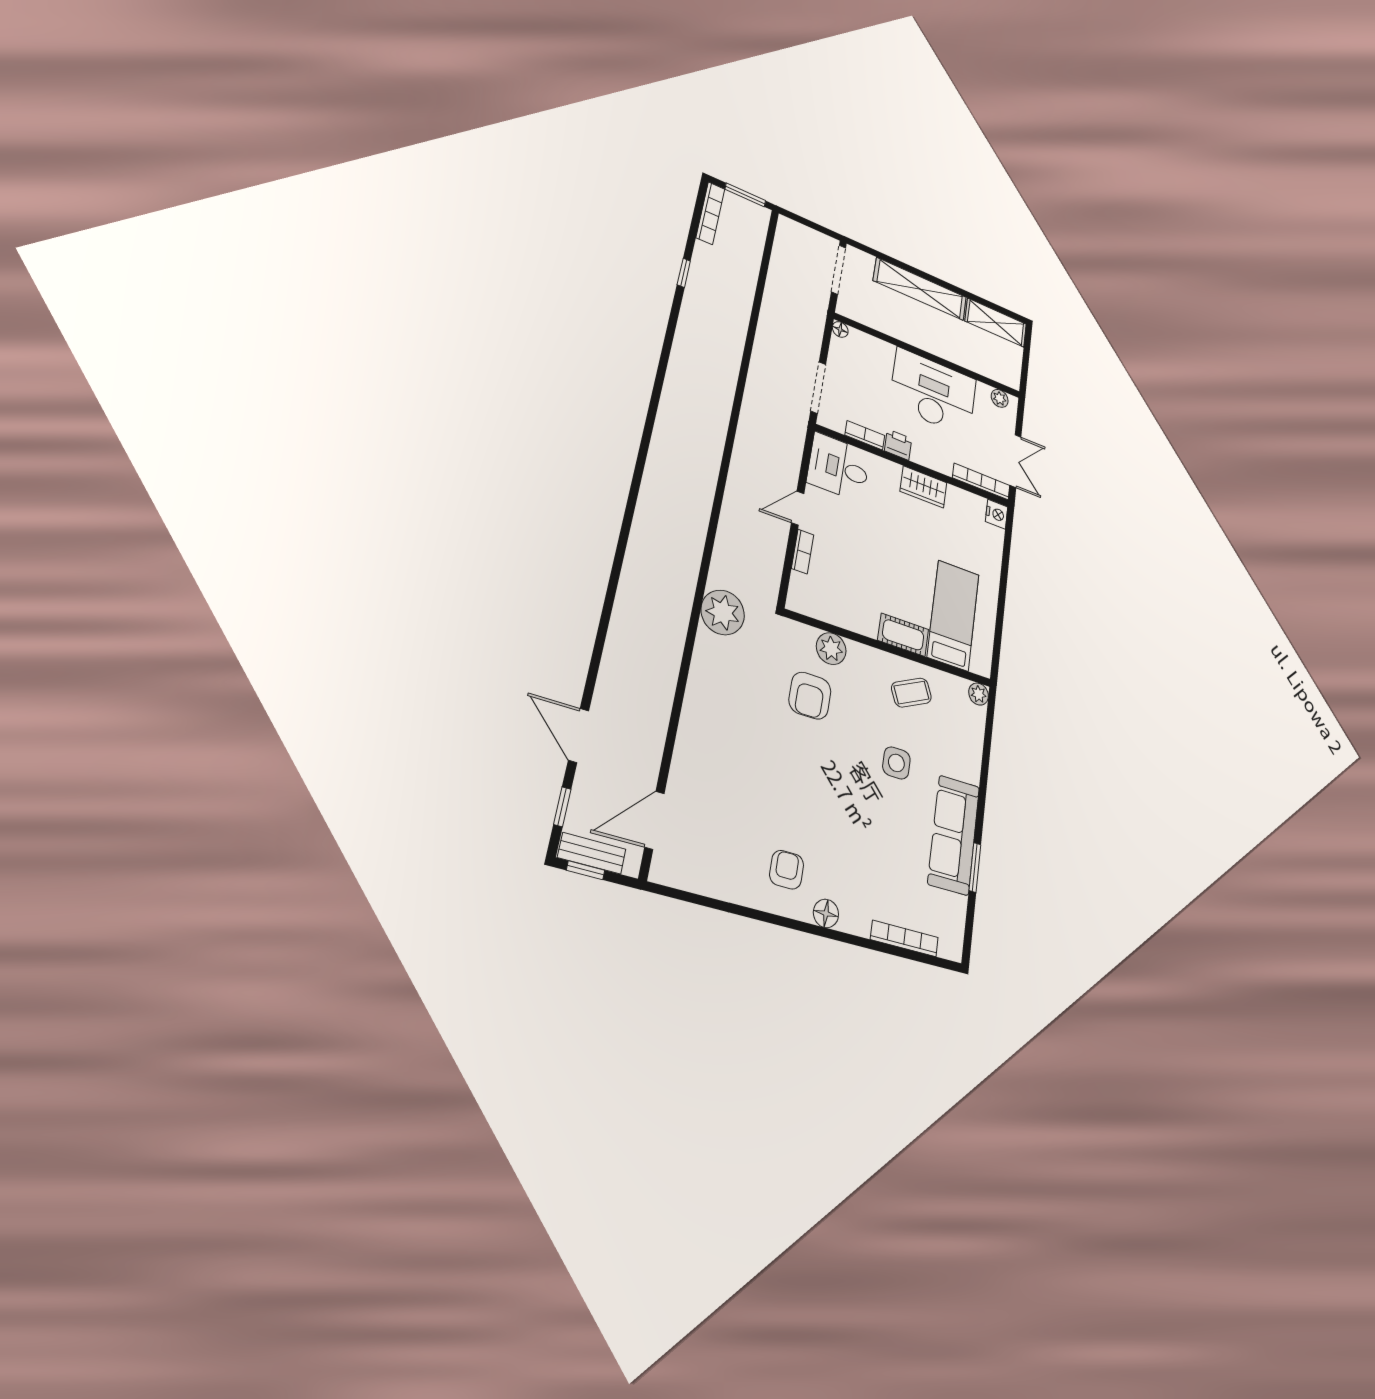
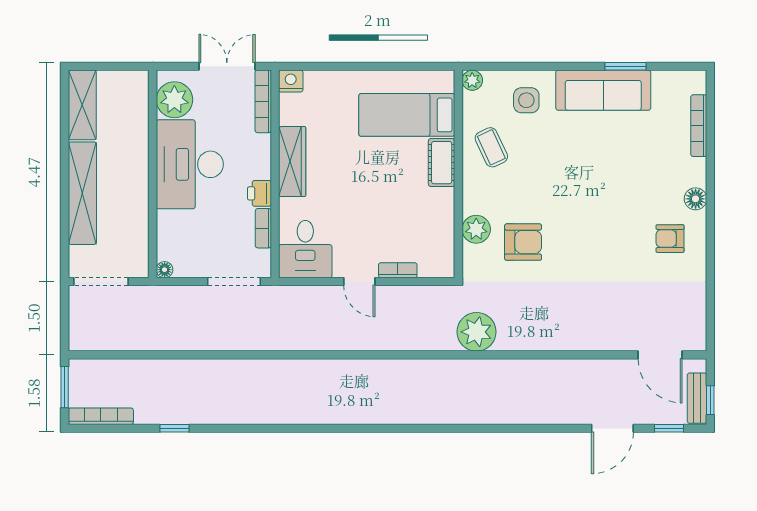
plant: (1000, 398) -> (174, 100), width x1.87, depth x1.87
wardrobe: (923, 487) -> (292, 162), width x1.50
side table: (896, 763) -> (526, 100), moved

